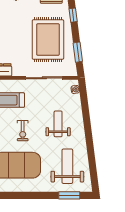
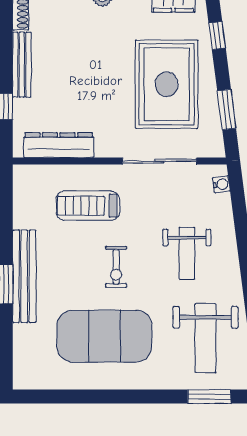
weight bench: (58, 124) -> (187, 253), turned 180
weight bench: (67, 166) -> (205, 338), turned 180

